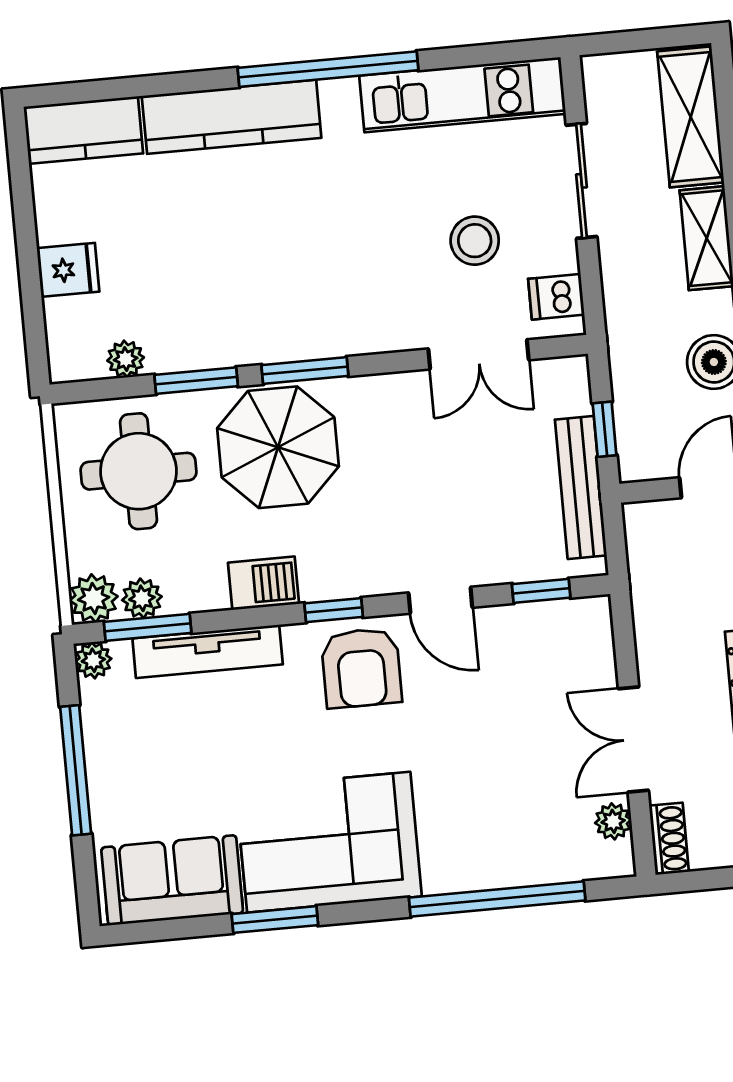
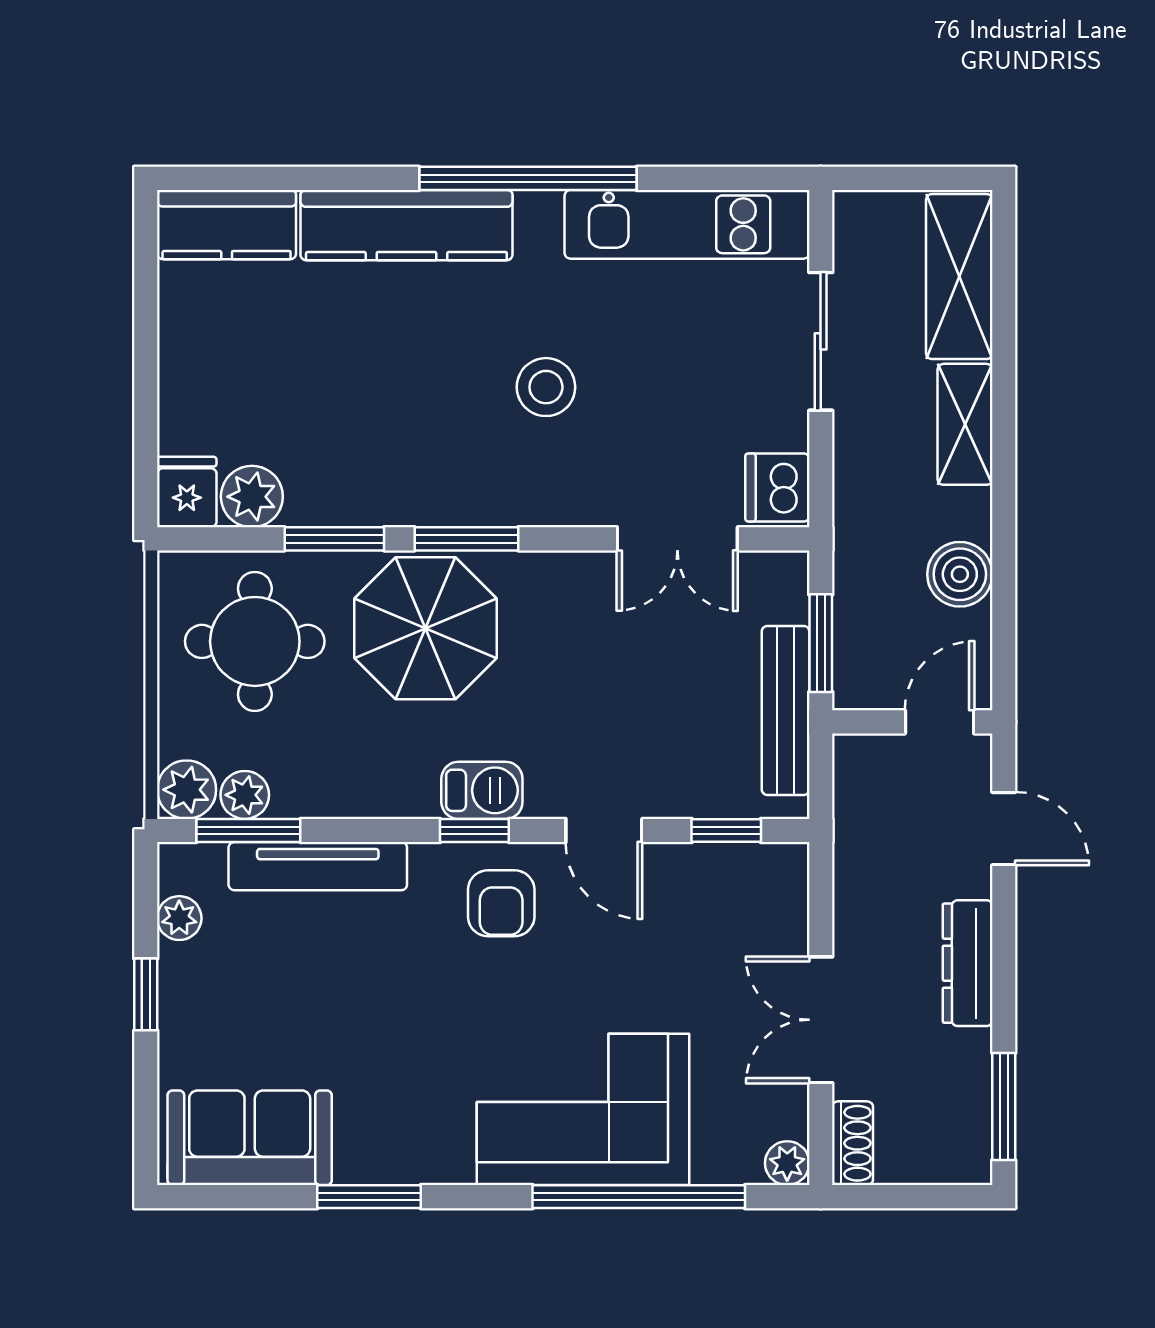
stool: (475, 241) -> (546, 387), moved
fridge: (68, 270) -> (187, 492), moved, turned -90
dishwasher: (556, 297) -> (777, 487), width x1.38
plant: (126, 359) -> (252, 497), width x1.38, depth x1.38
window: (605, 429) -> (821, 643), width x1.50
barbecue: (264, 583) -> (482, 790), moved
plant: (93, 660) -> (179, 918), moved
armchair: (361, 668) -> (501, 903), width x0.72, depth x0.72
window: (76, 770) -> (146, 994), width x0.46
plant: (613, 821) -> (787, 1163), moved
corner sofa: (329, 842) -> (583, 1109), moved

